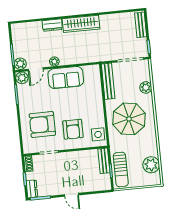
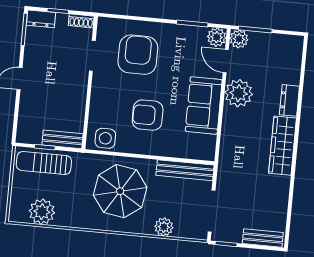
plant: (54, 62) -> (239, 93), width x1.87, depth x1.87
armchair: (73, 129) -> (148, 115), moved

